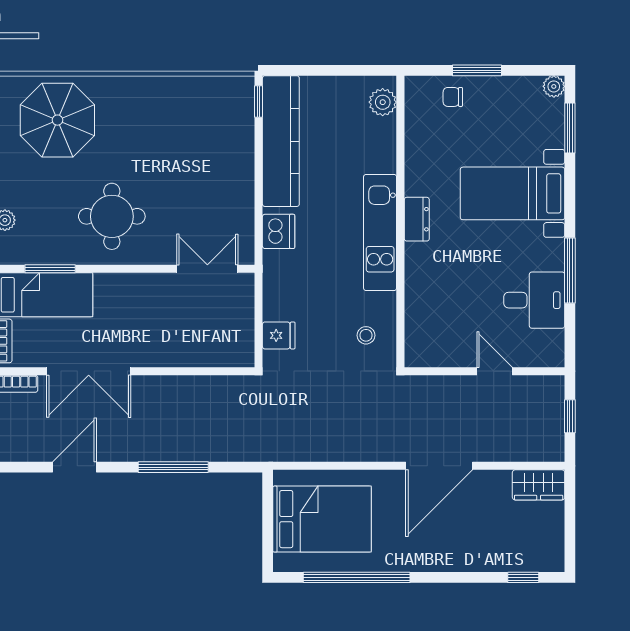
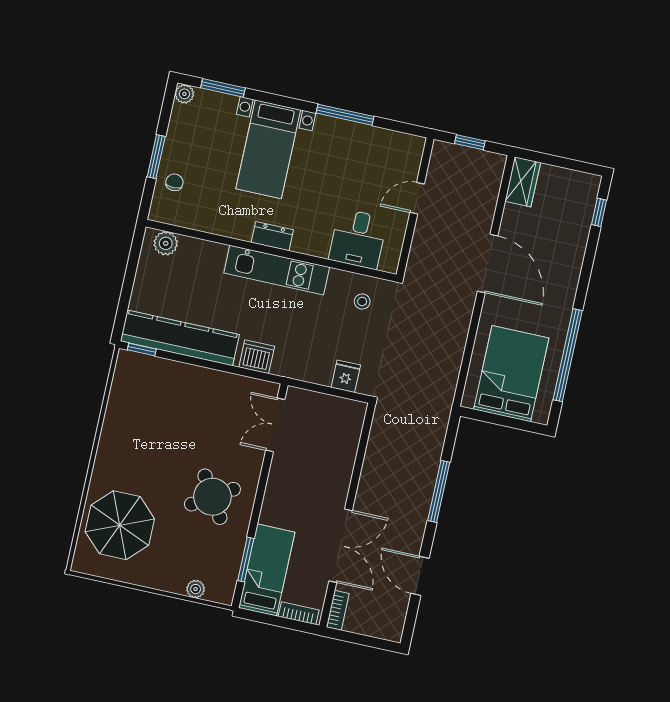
chair: (453, 97) -> (174, 182), turned 180
round table: (112, 216) -> (212, 497), turned -32
desk: (534, 300) -> (358, 239), moved, turned 180

